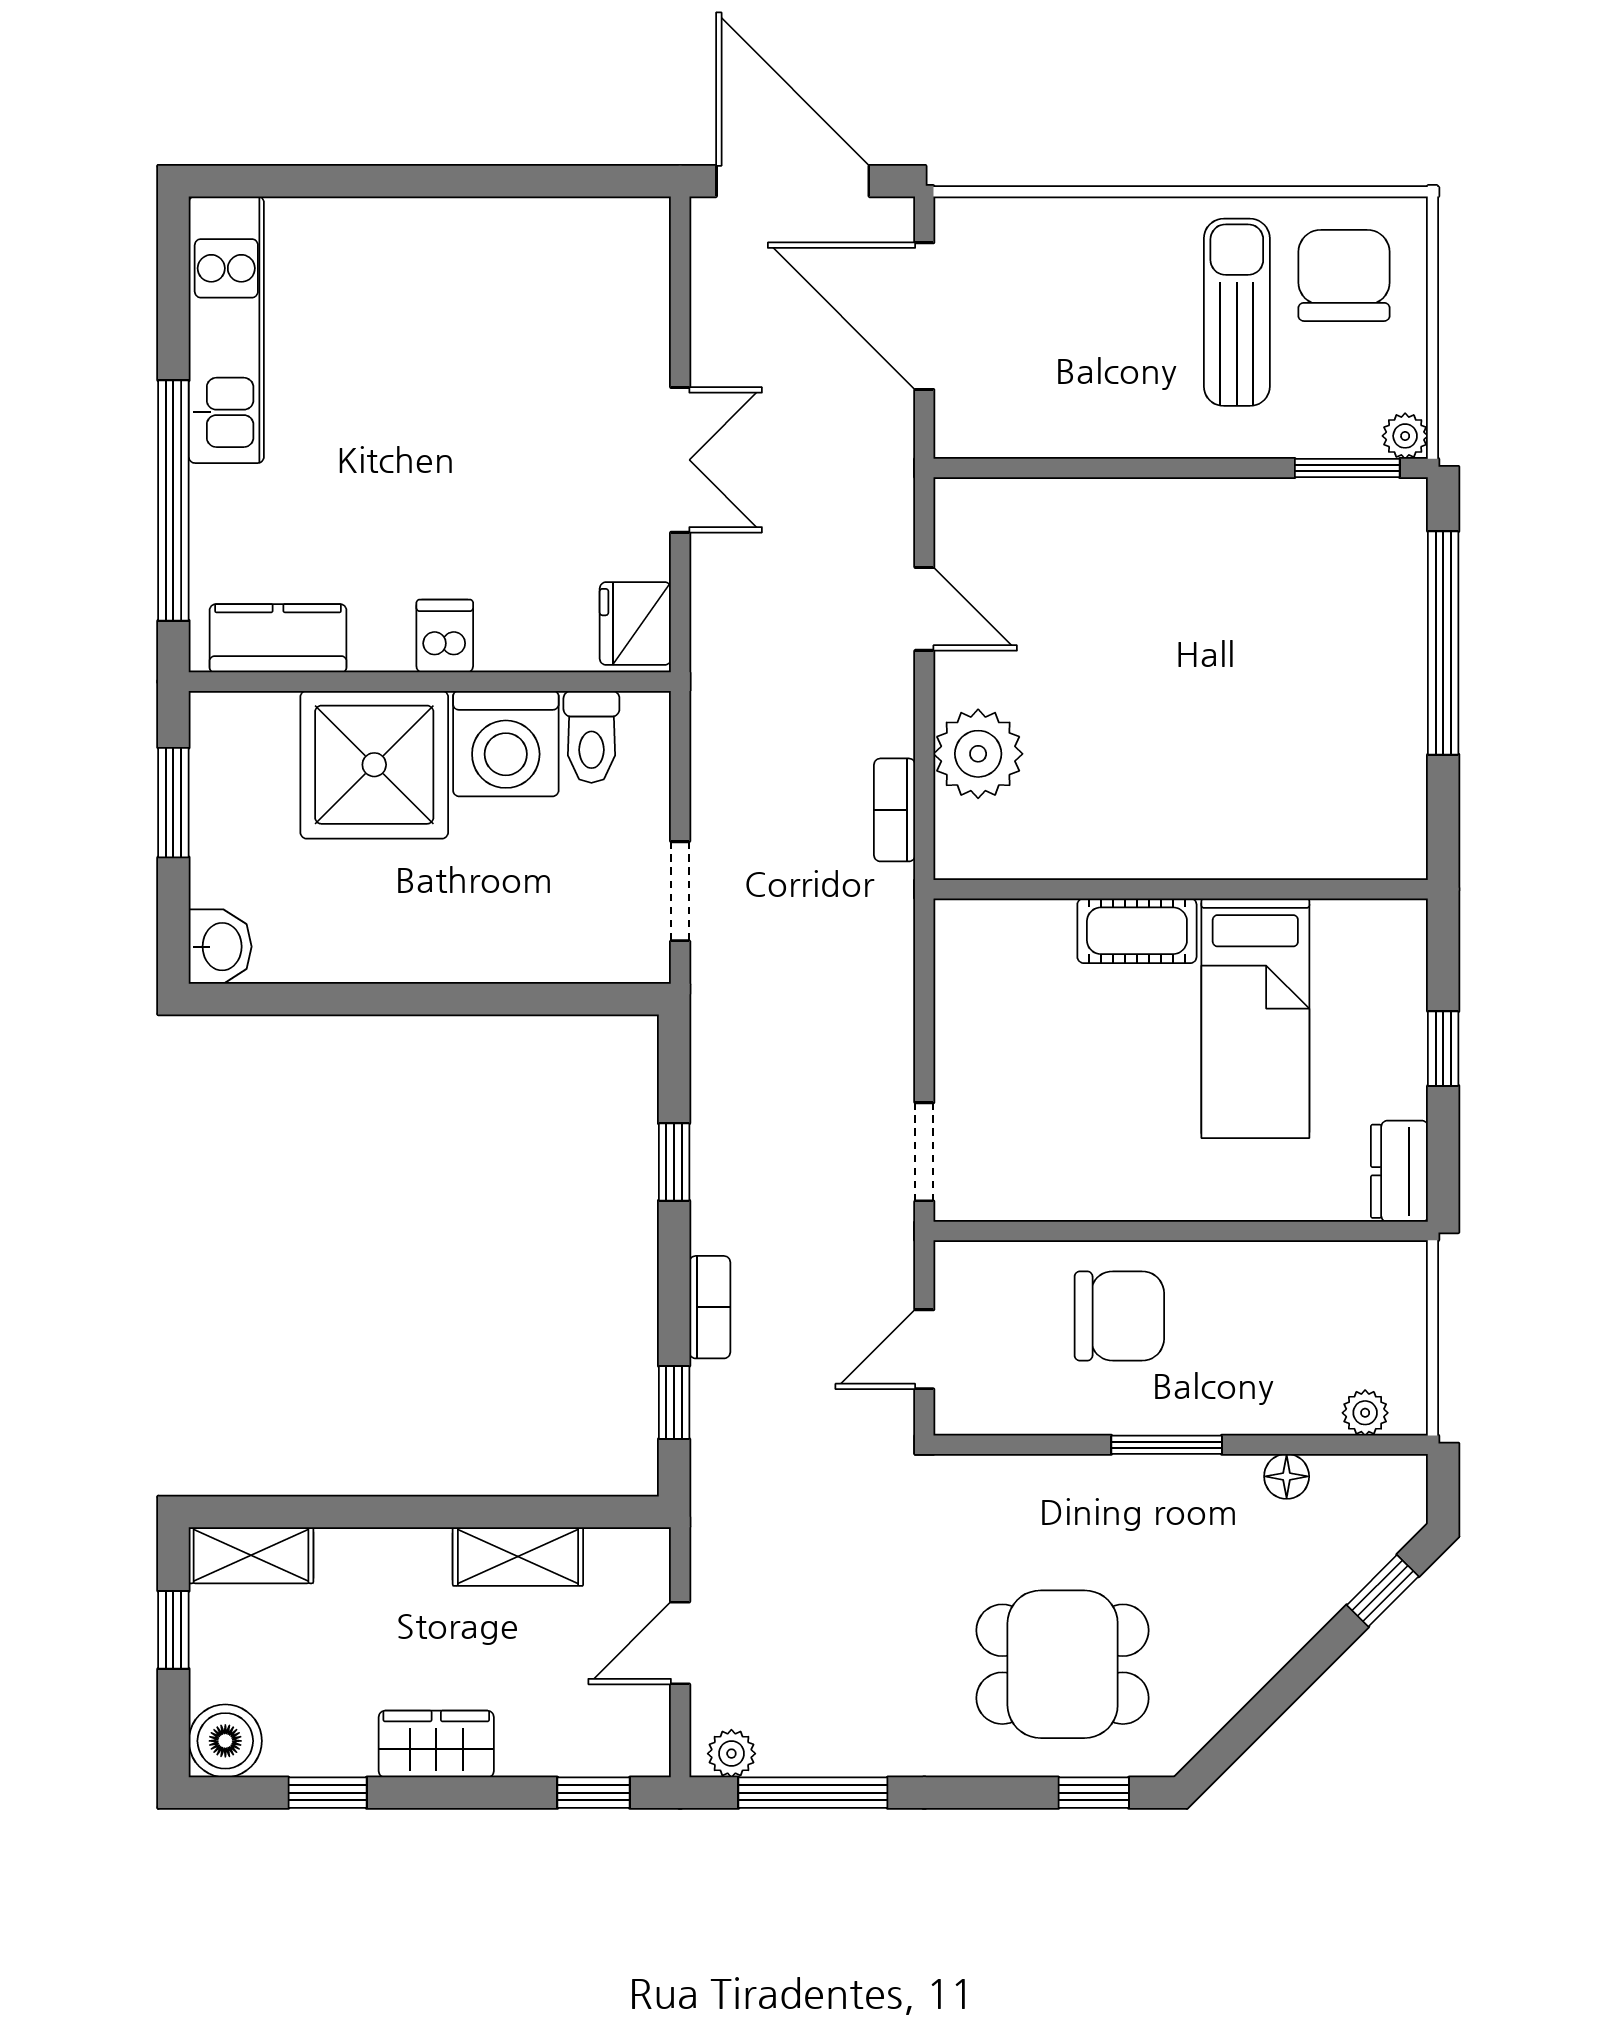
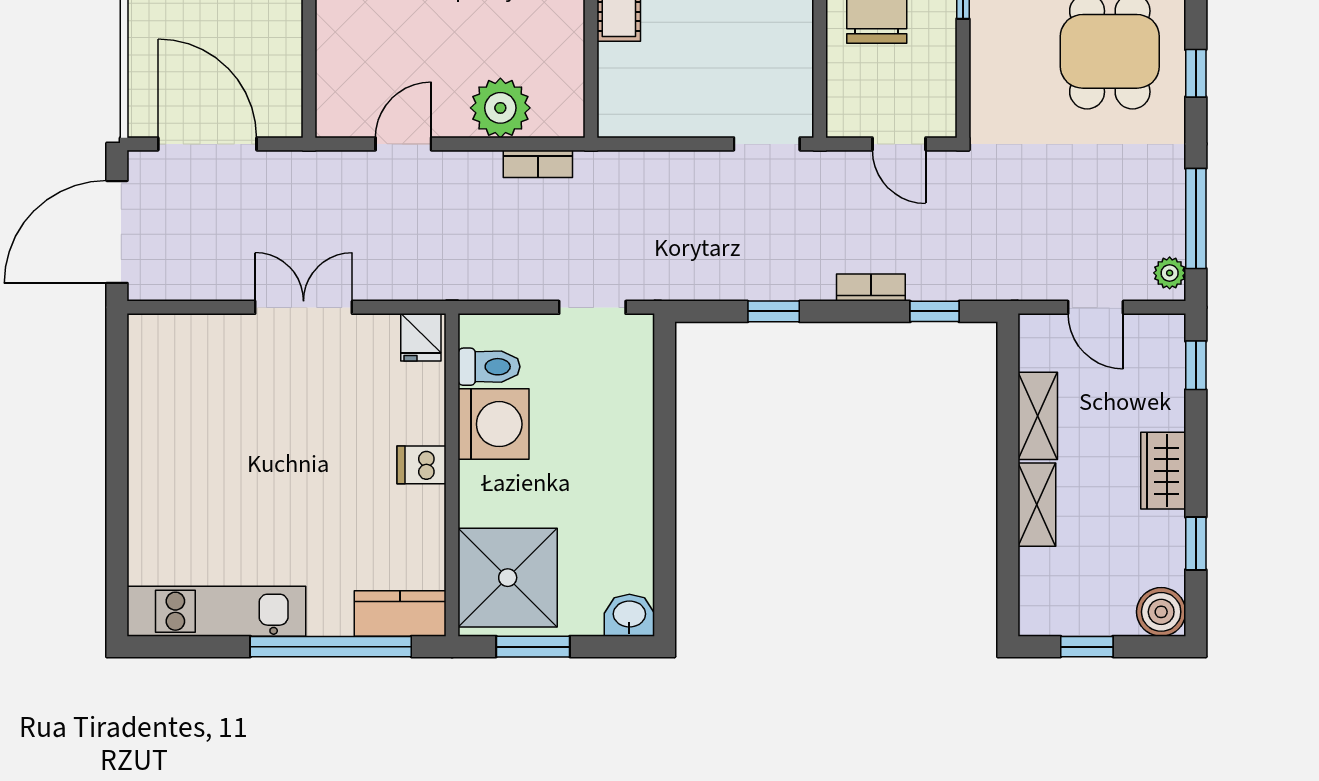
door: (924, 316) -> (207, 144), swing flipped
fridge: (635, 624) -> (421, 337), width x0.72
kitchen counter: (278, 638) -> (400, 613), moved, turned 90
shower: (374, 765) -> (508, 578), moved
shelving: (251, 1555) -> (1037, 505), moved
window: (1094, 1793) -> (1196, 73), moved

